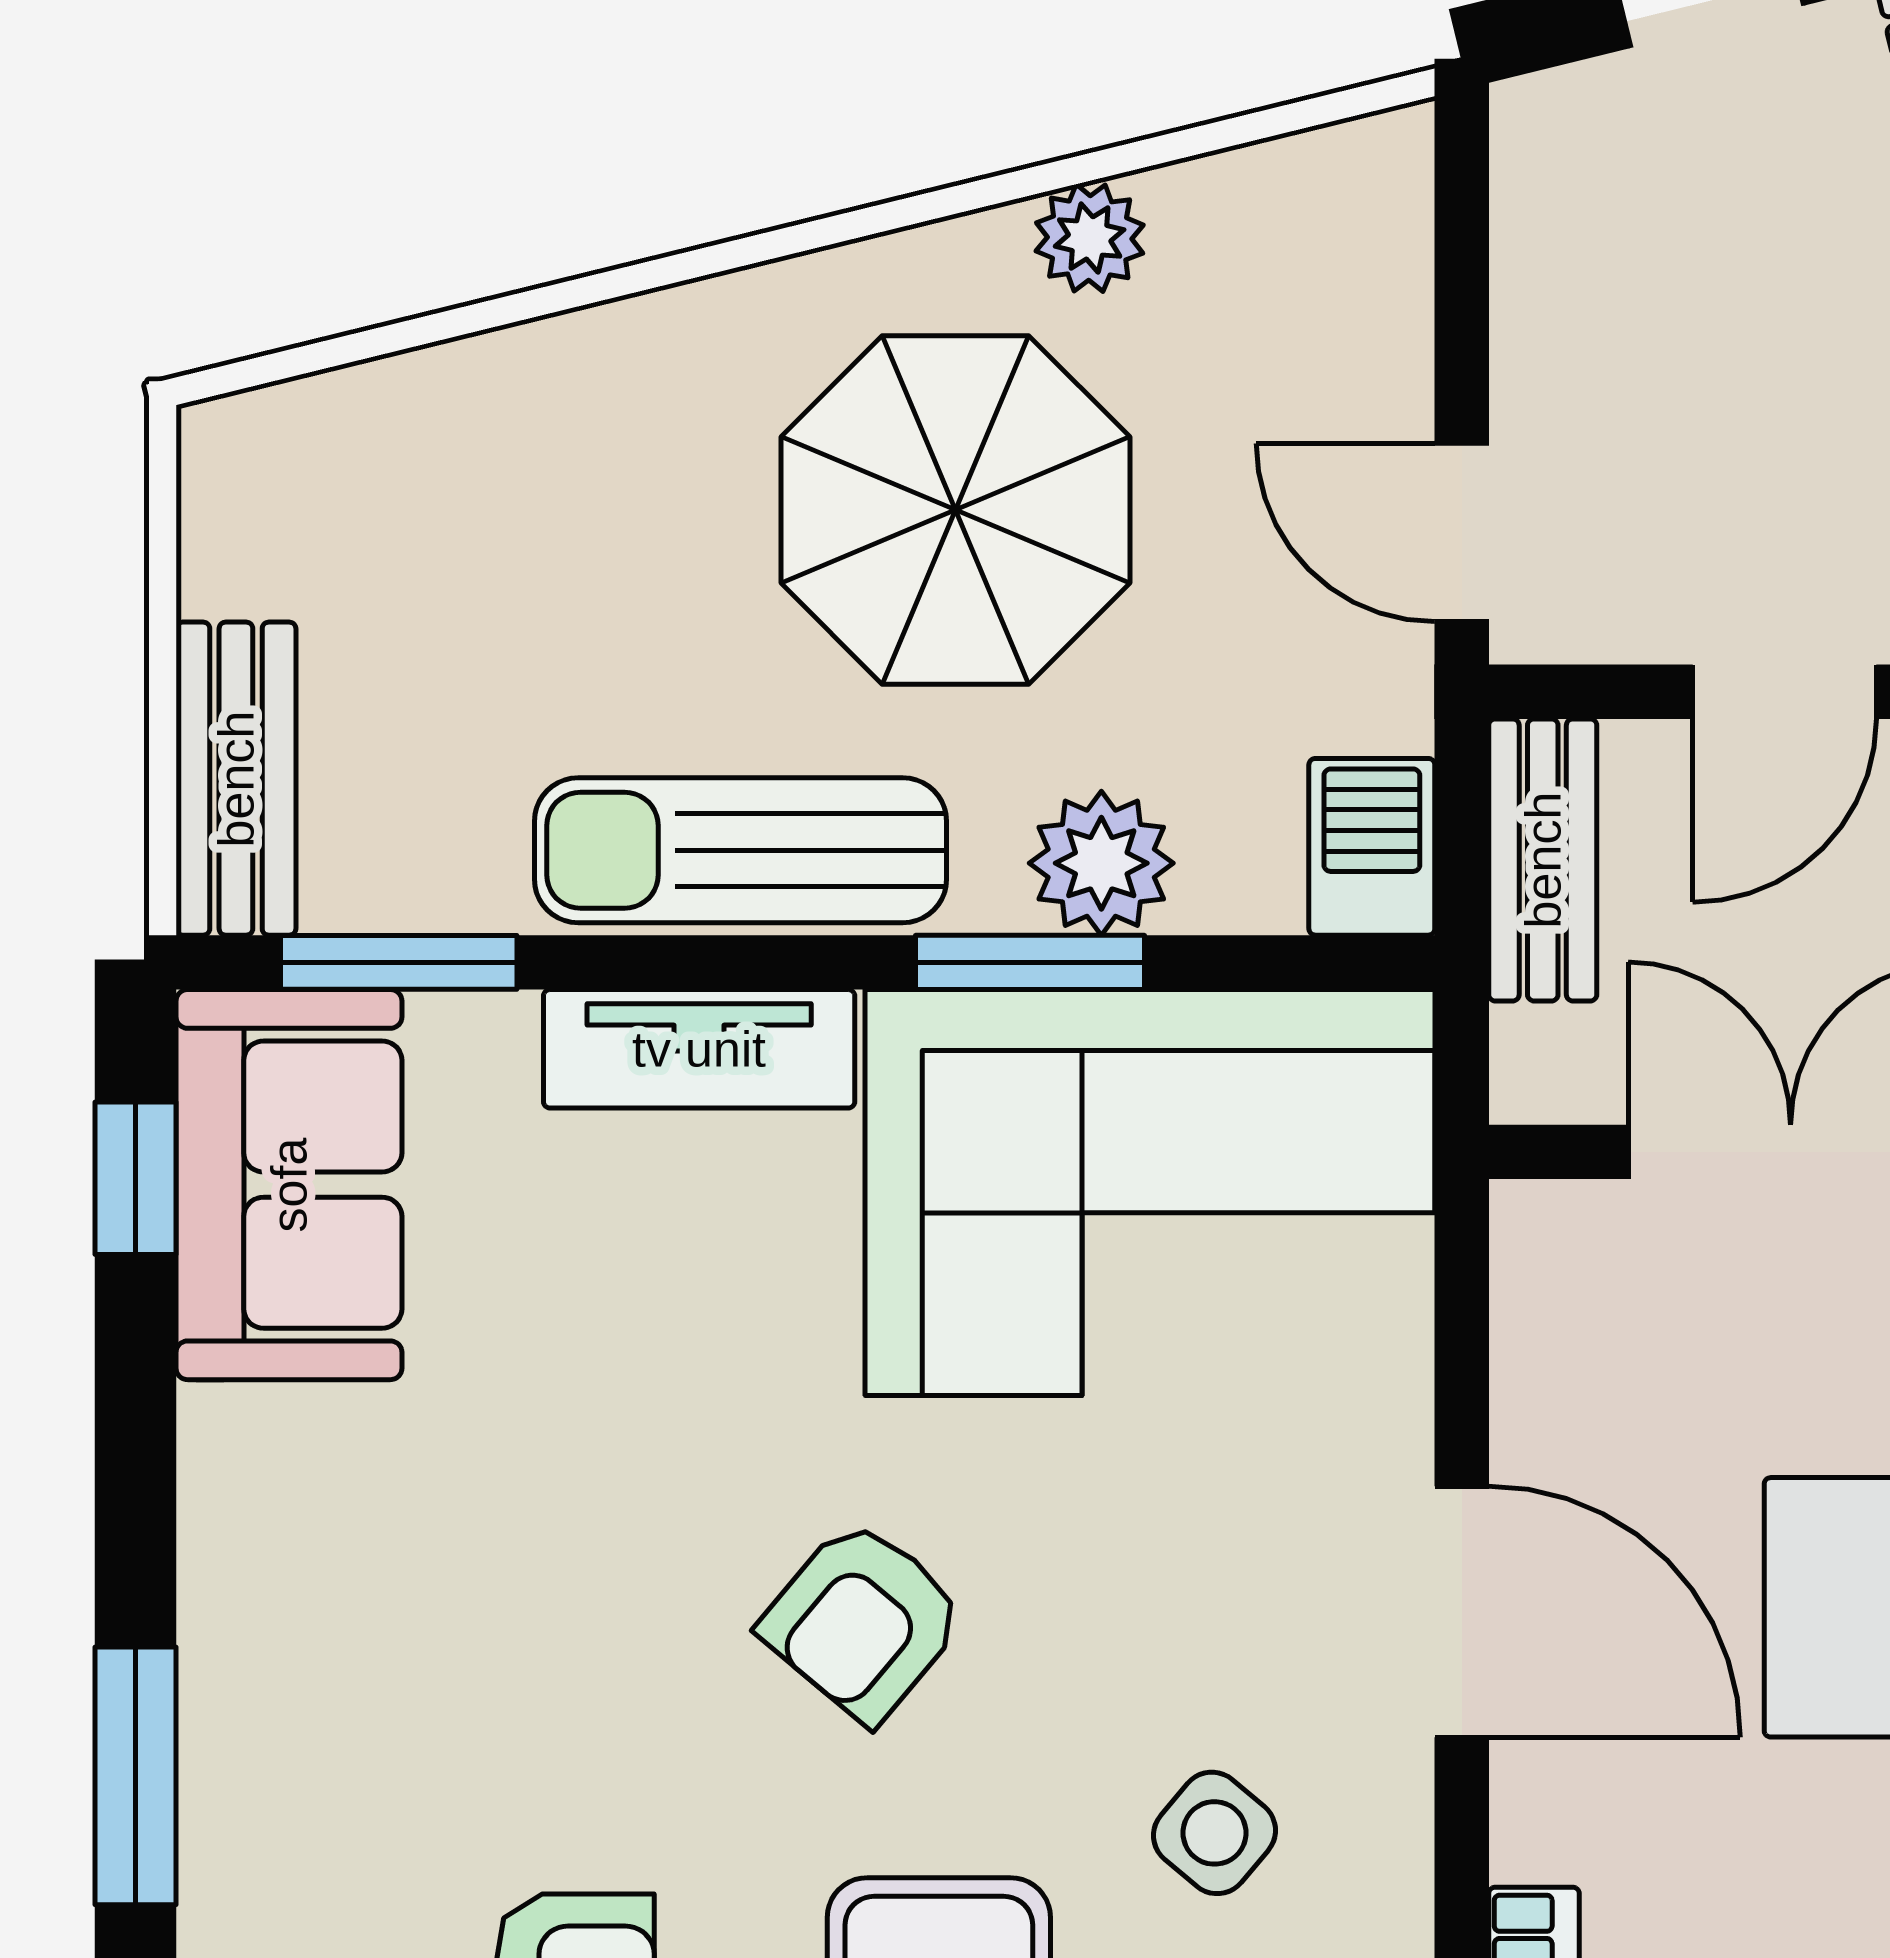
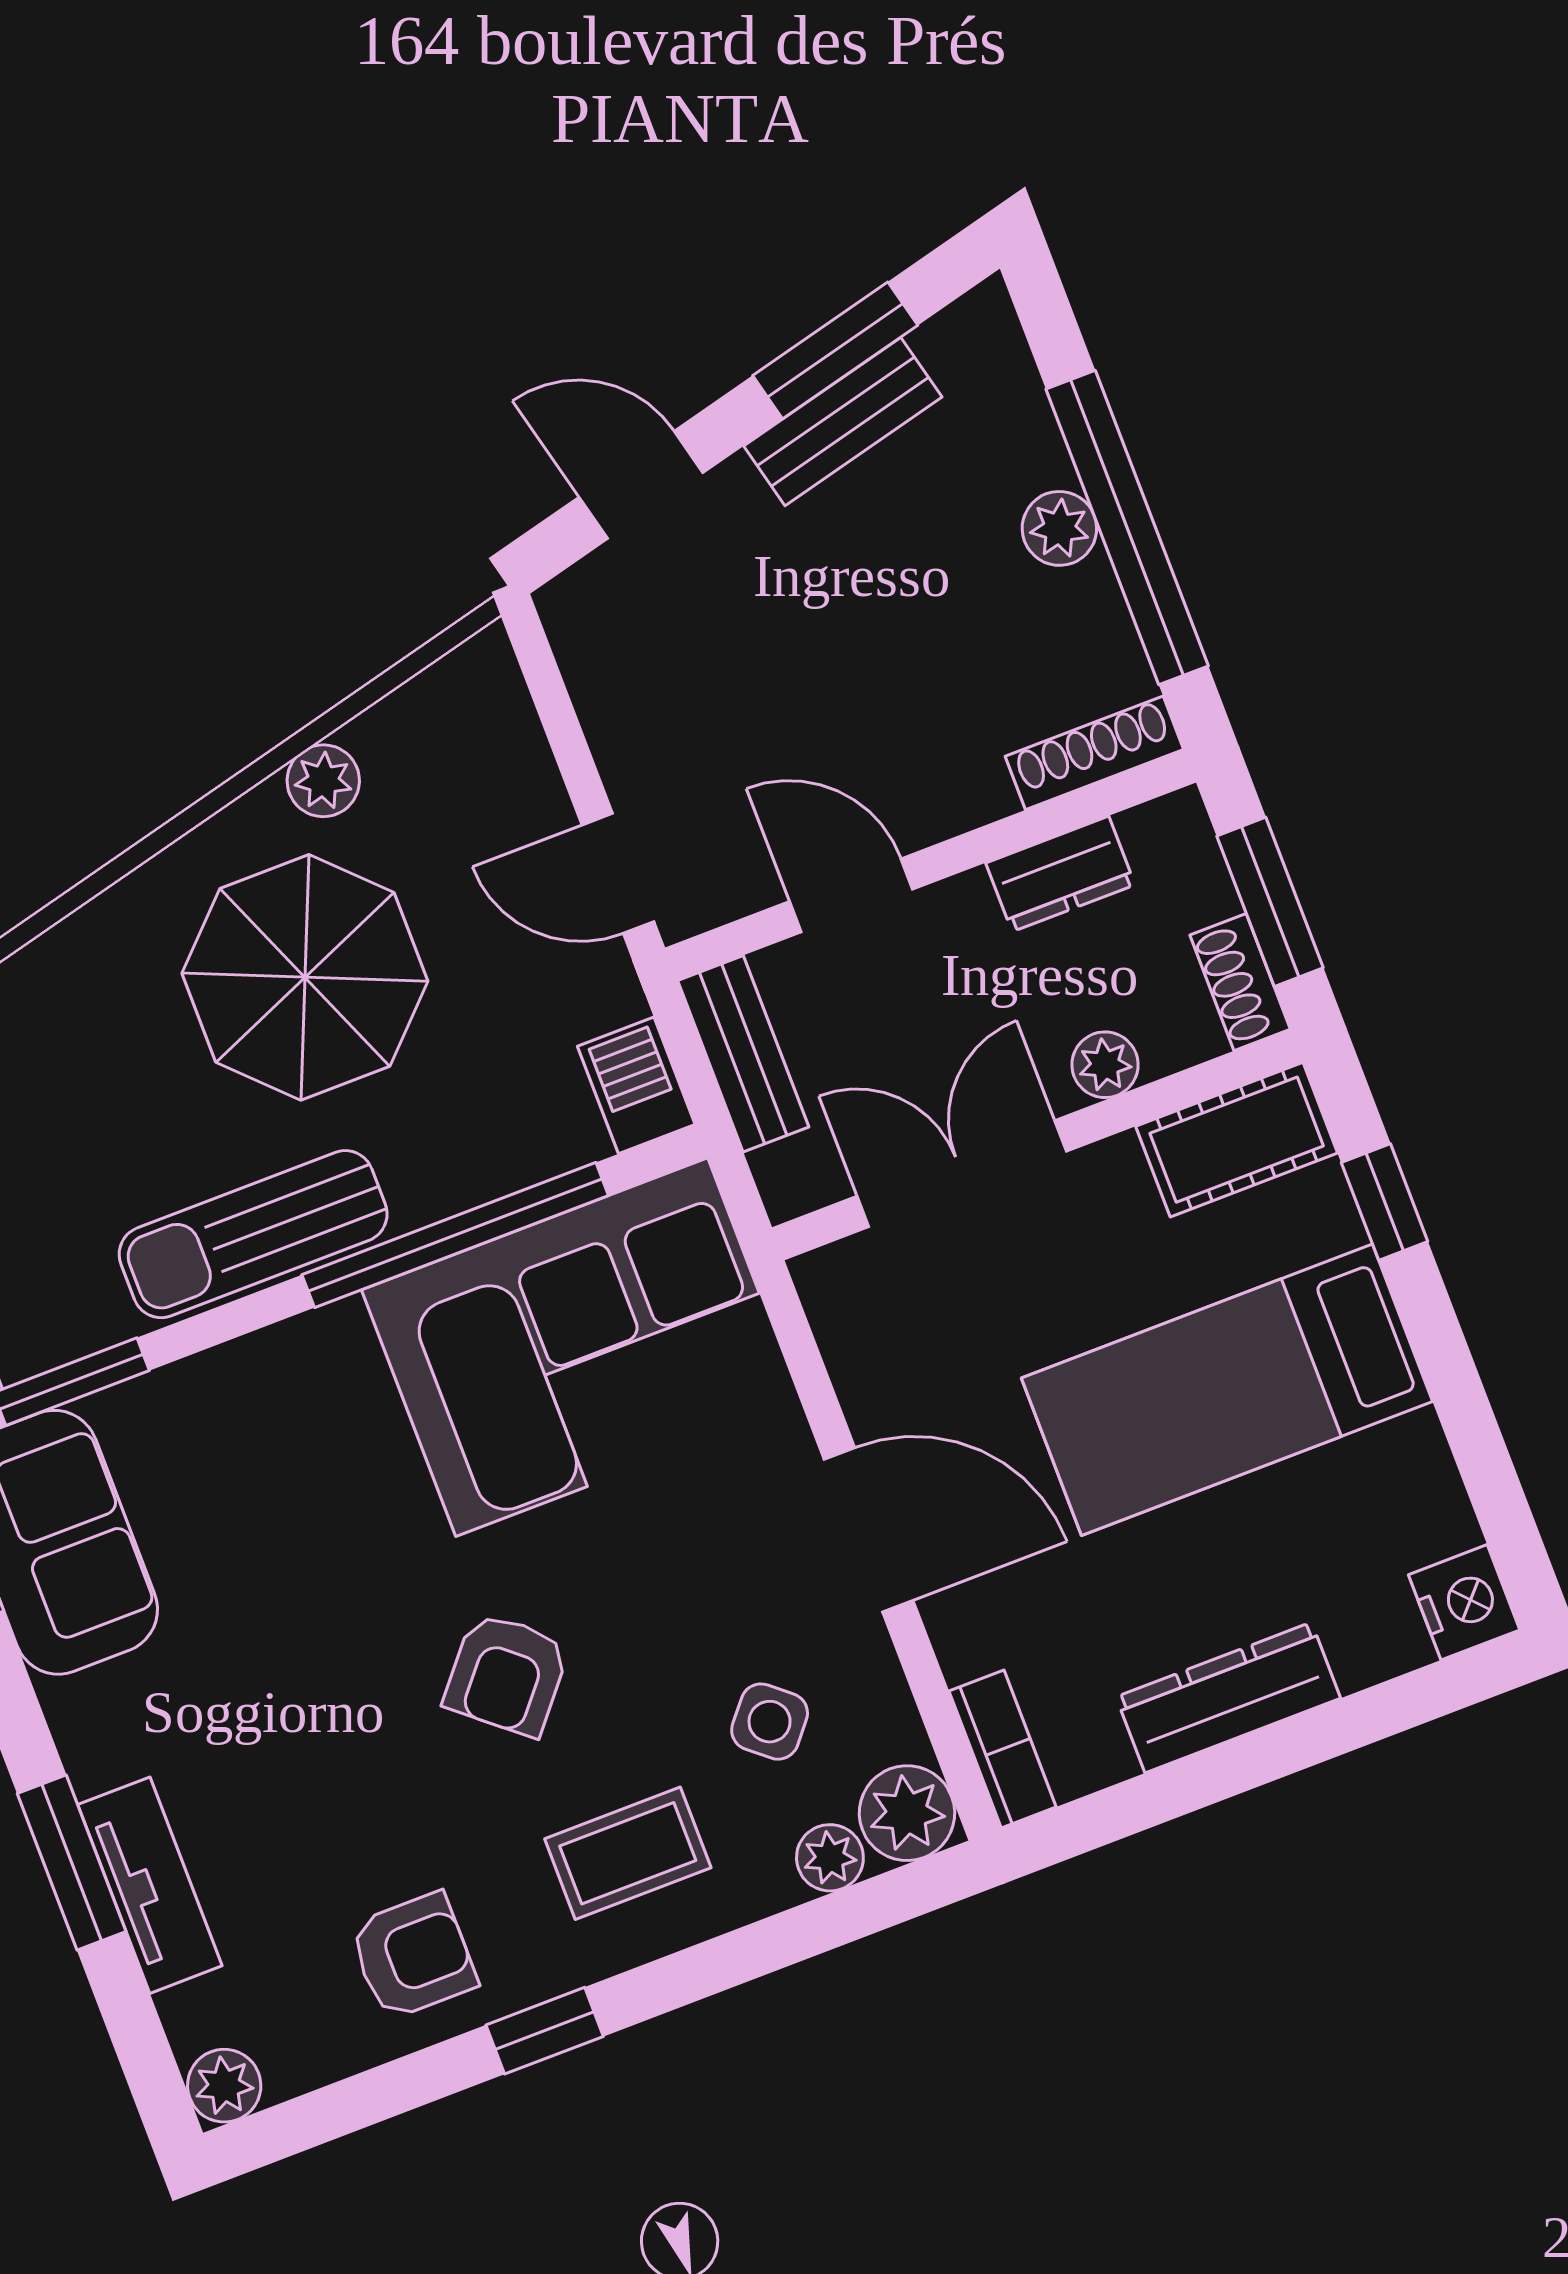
door: (1784, 692) -> (851, 895), swing flipped
plant: (1101, 863) -> (476, 1158), removed
window: (1030, 962) -> (455, 1235), width x2.11
tv unit: (699, 1049) -> (150, 1885), moved, turned -90
window: (136, 1776) -> (72, 1863), moved

